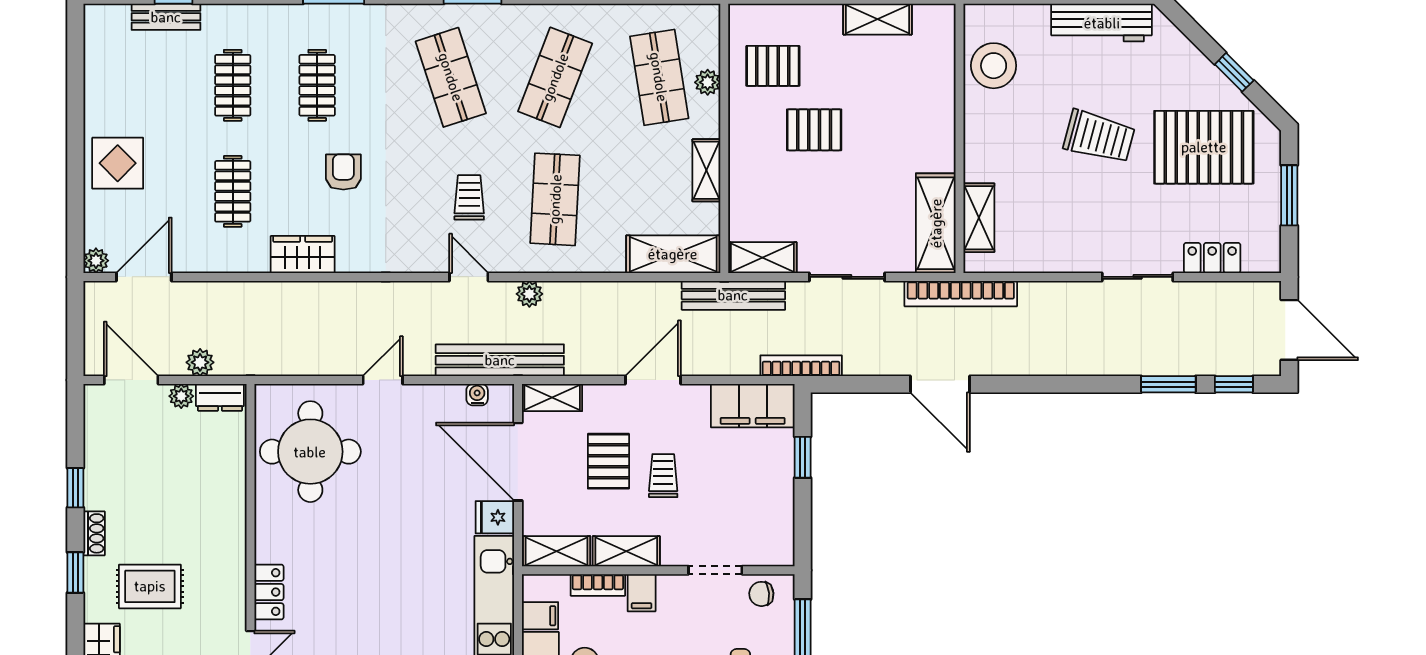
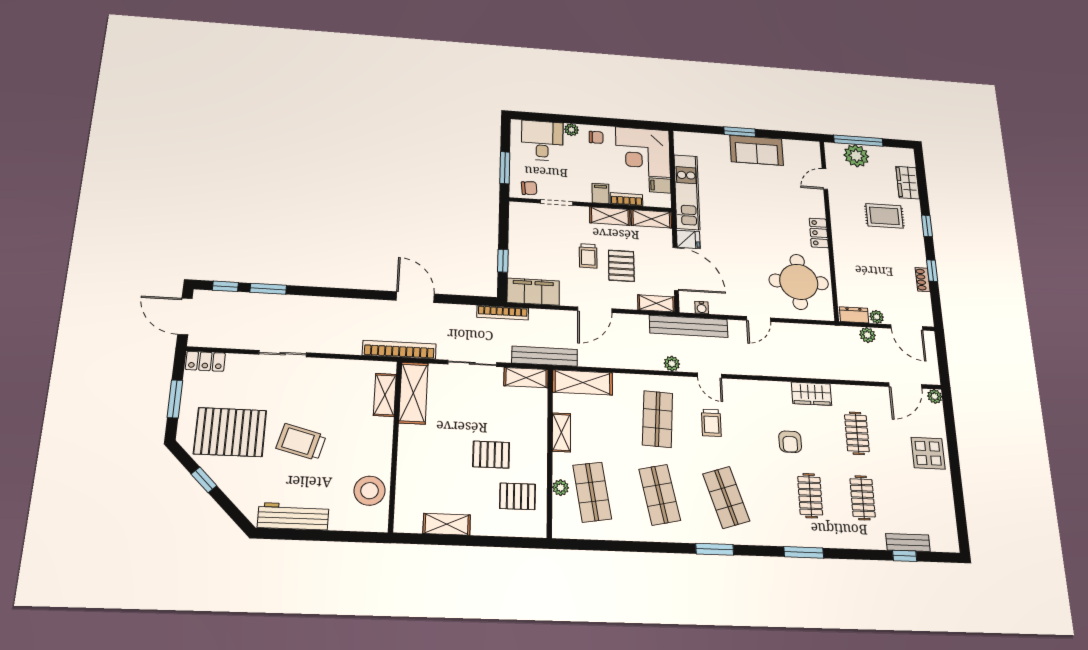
shop shelf: (555, 77) -> (660, 495), turned -33
locker: (1212, 258) -> (205, 361), moved
shoe rack: (94, 533) -> (923, 280), moved
locker: (269, 592) -> (819, 233), moved

